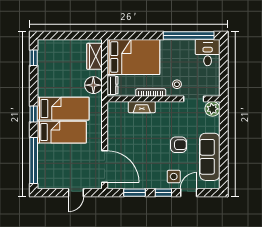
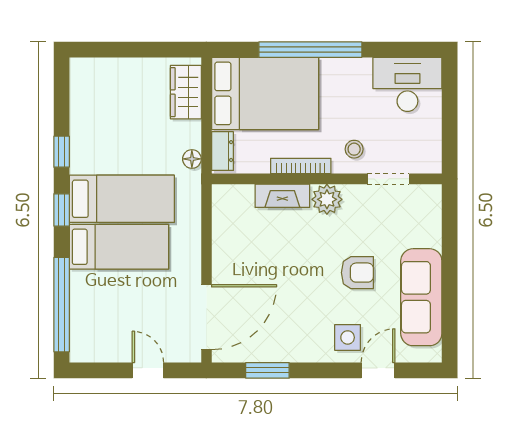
window: (189, 35) -> (310, 50), moved
desk: (208, 53) -> (407, 84), width x1.37
window: (34, 58) -> (62, 152), moved
floor lamp: (93, 85) -> (192, 159), width x0.53, depth x0.53
plant: (212, 109) -> (327, 199), moved
door: (105, 167) -> (206, 317), hinge flipped
door: (76, 193) -> (148, 370), swing flipped
window: (163, 193) -> (327, 370), removed

